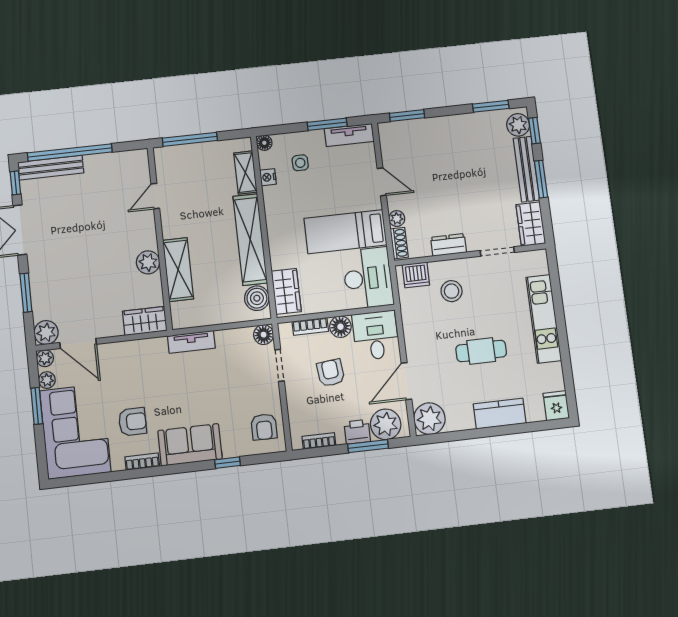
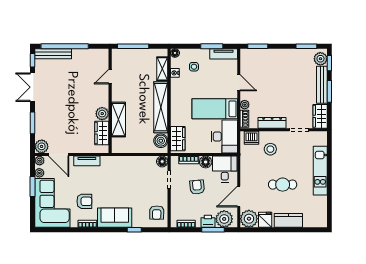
dresser: (449, 245) -> (272, 123), width x1.44
wardrobe: (145, 321) -> (102, 133), moved, turned -90
tv unit: (191, 342) -> (87, 161), moved
fridge: (556, 406) -> (265, 220), moved

